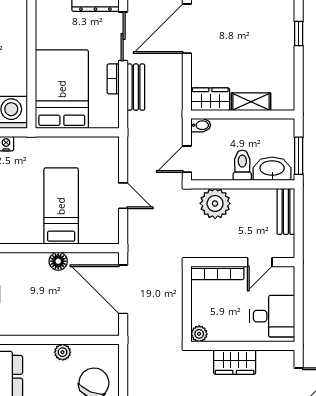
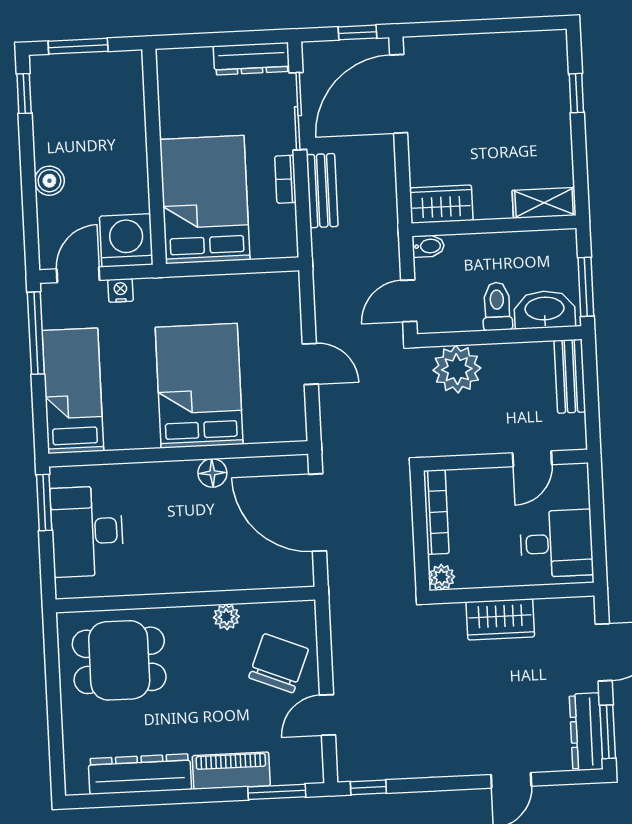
shelving: (251, 102) -> (544, 203), moved
bed: (61, 206) -> (199, 386), width x1.50
bookcase: (217, 273) -> (436, 512), moved, turned -90

